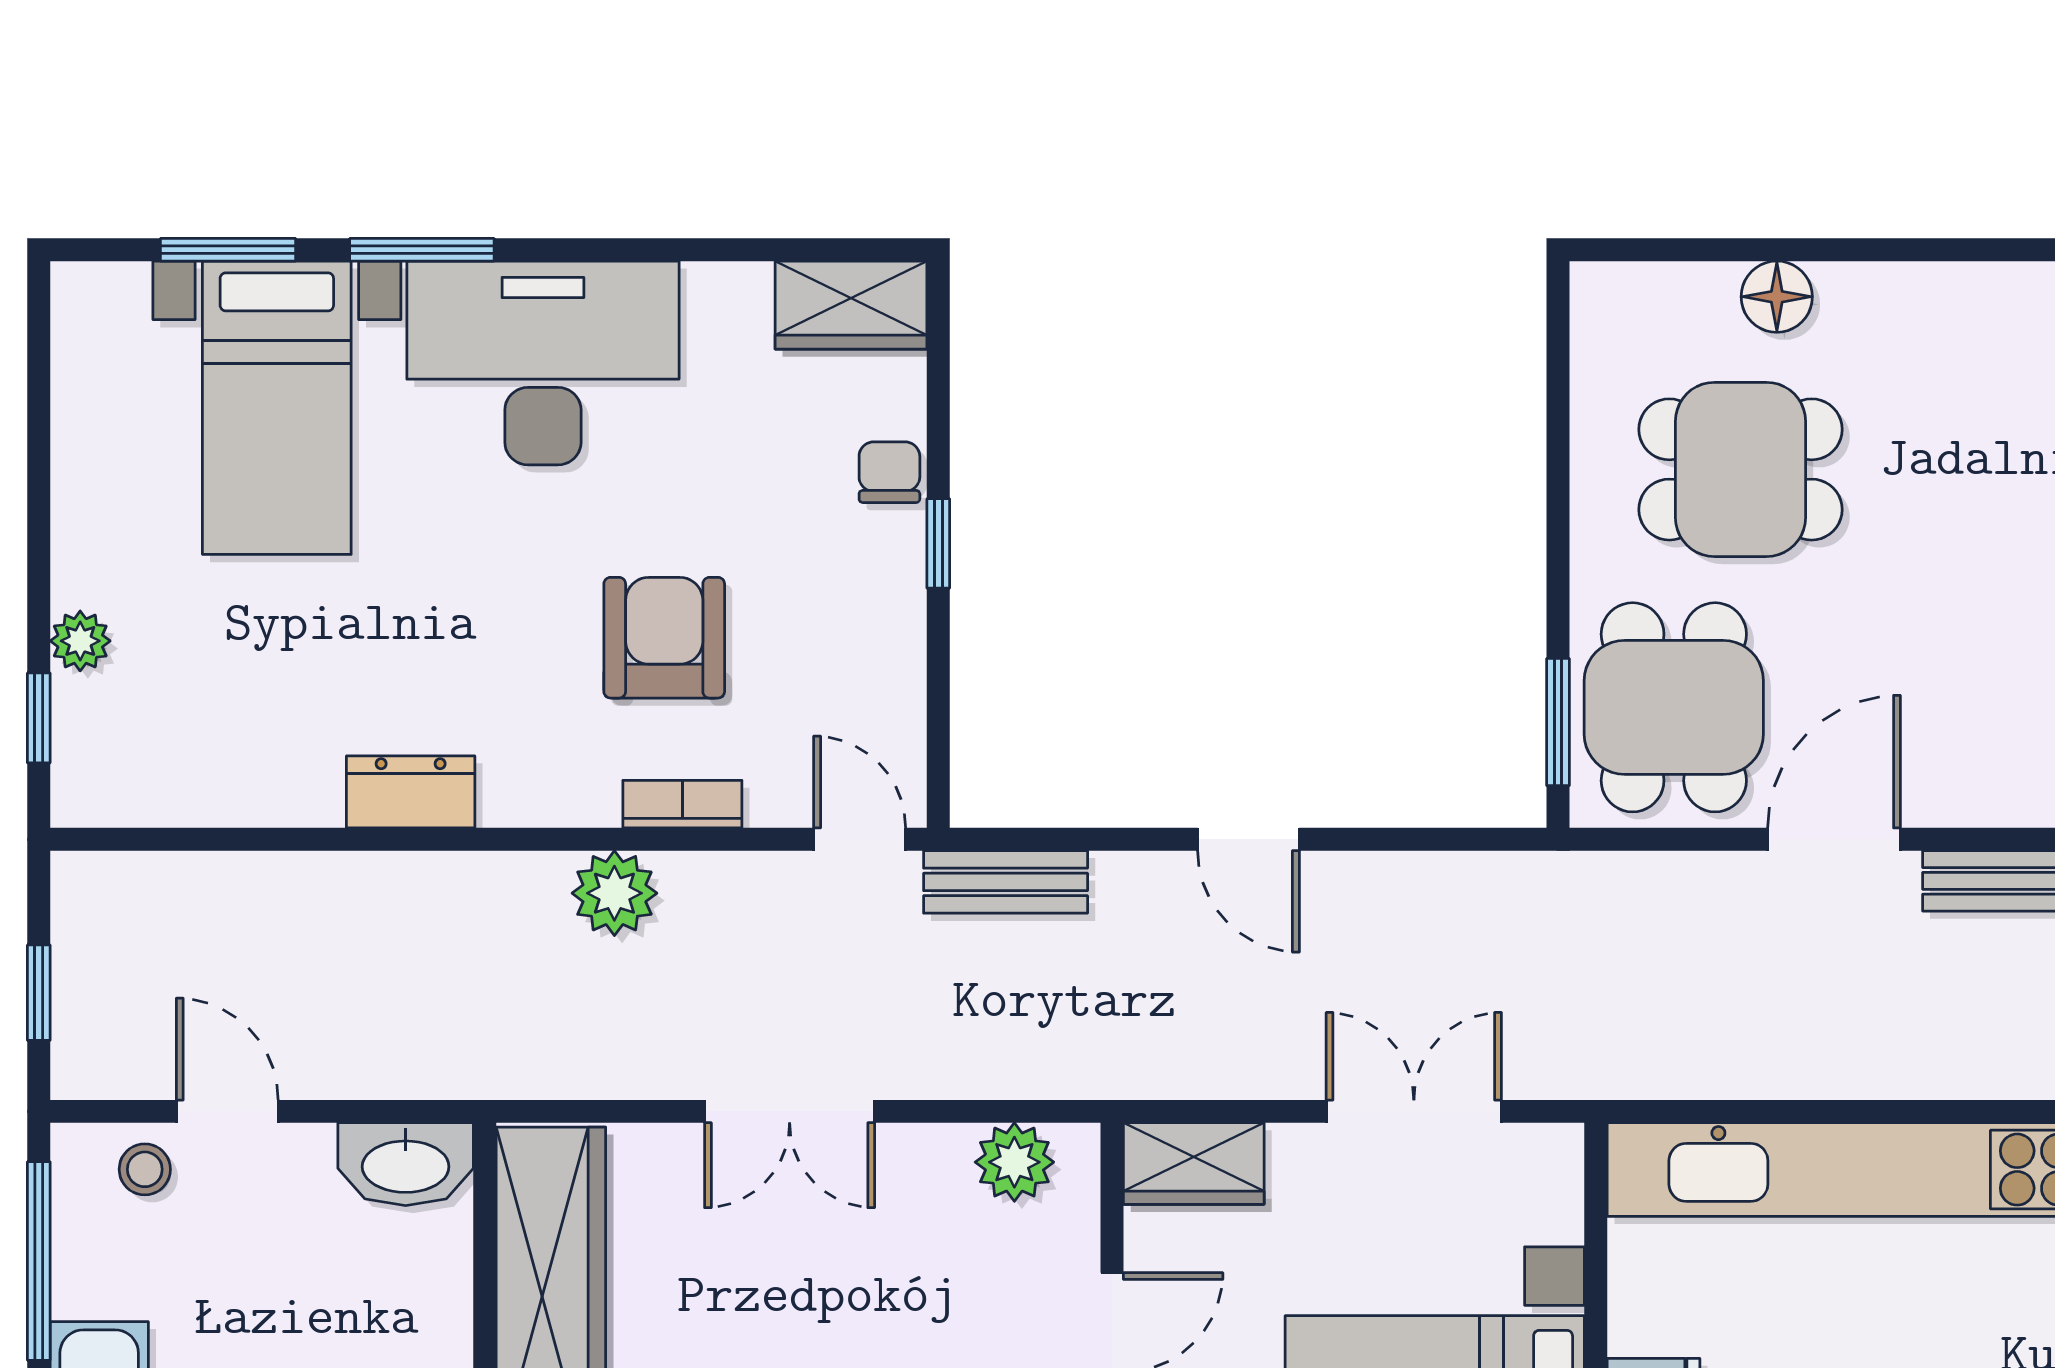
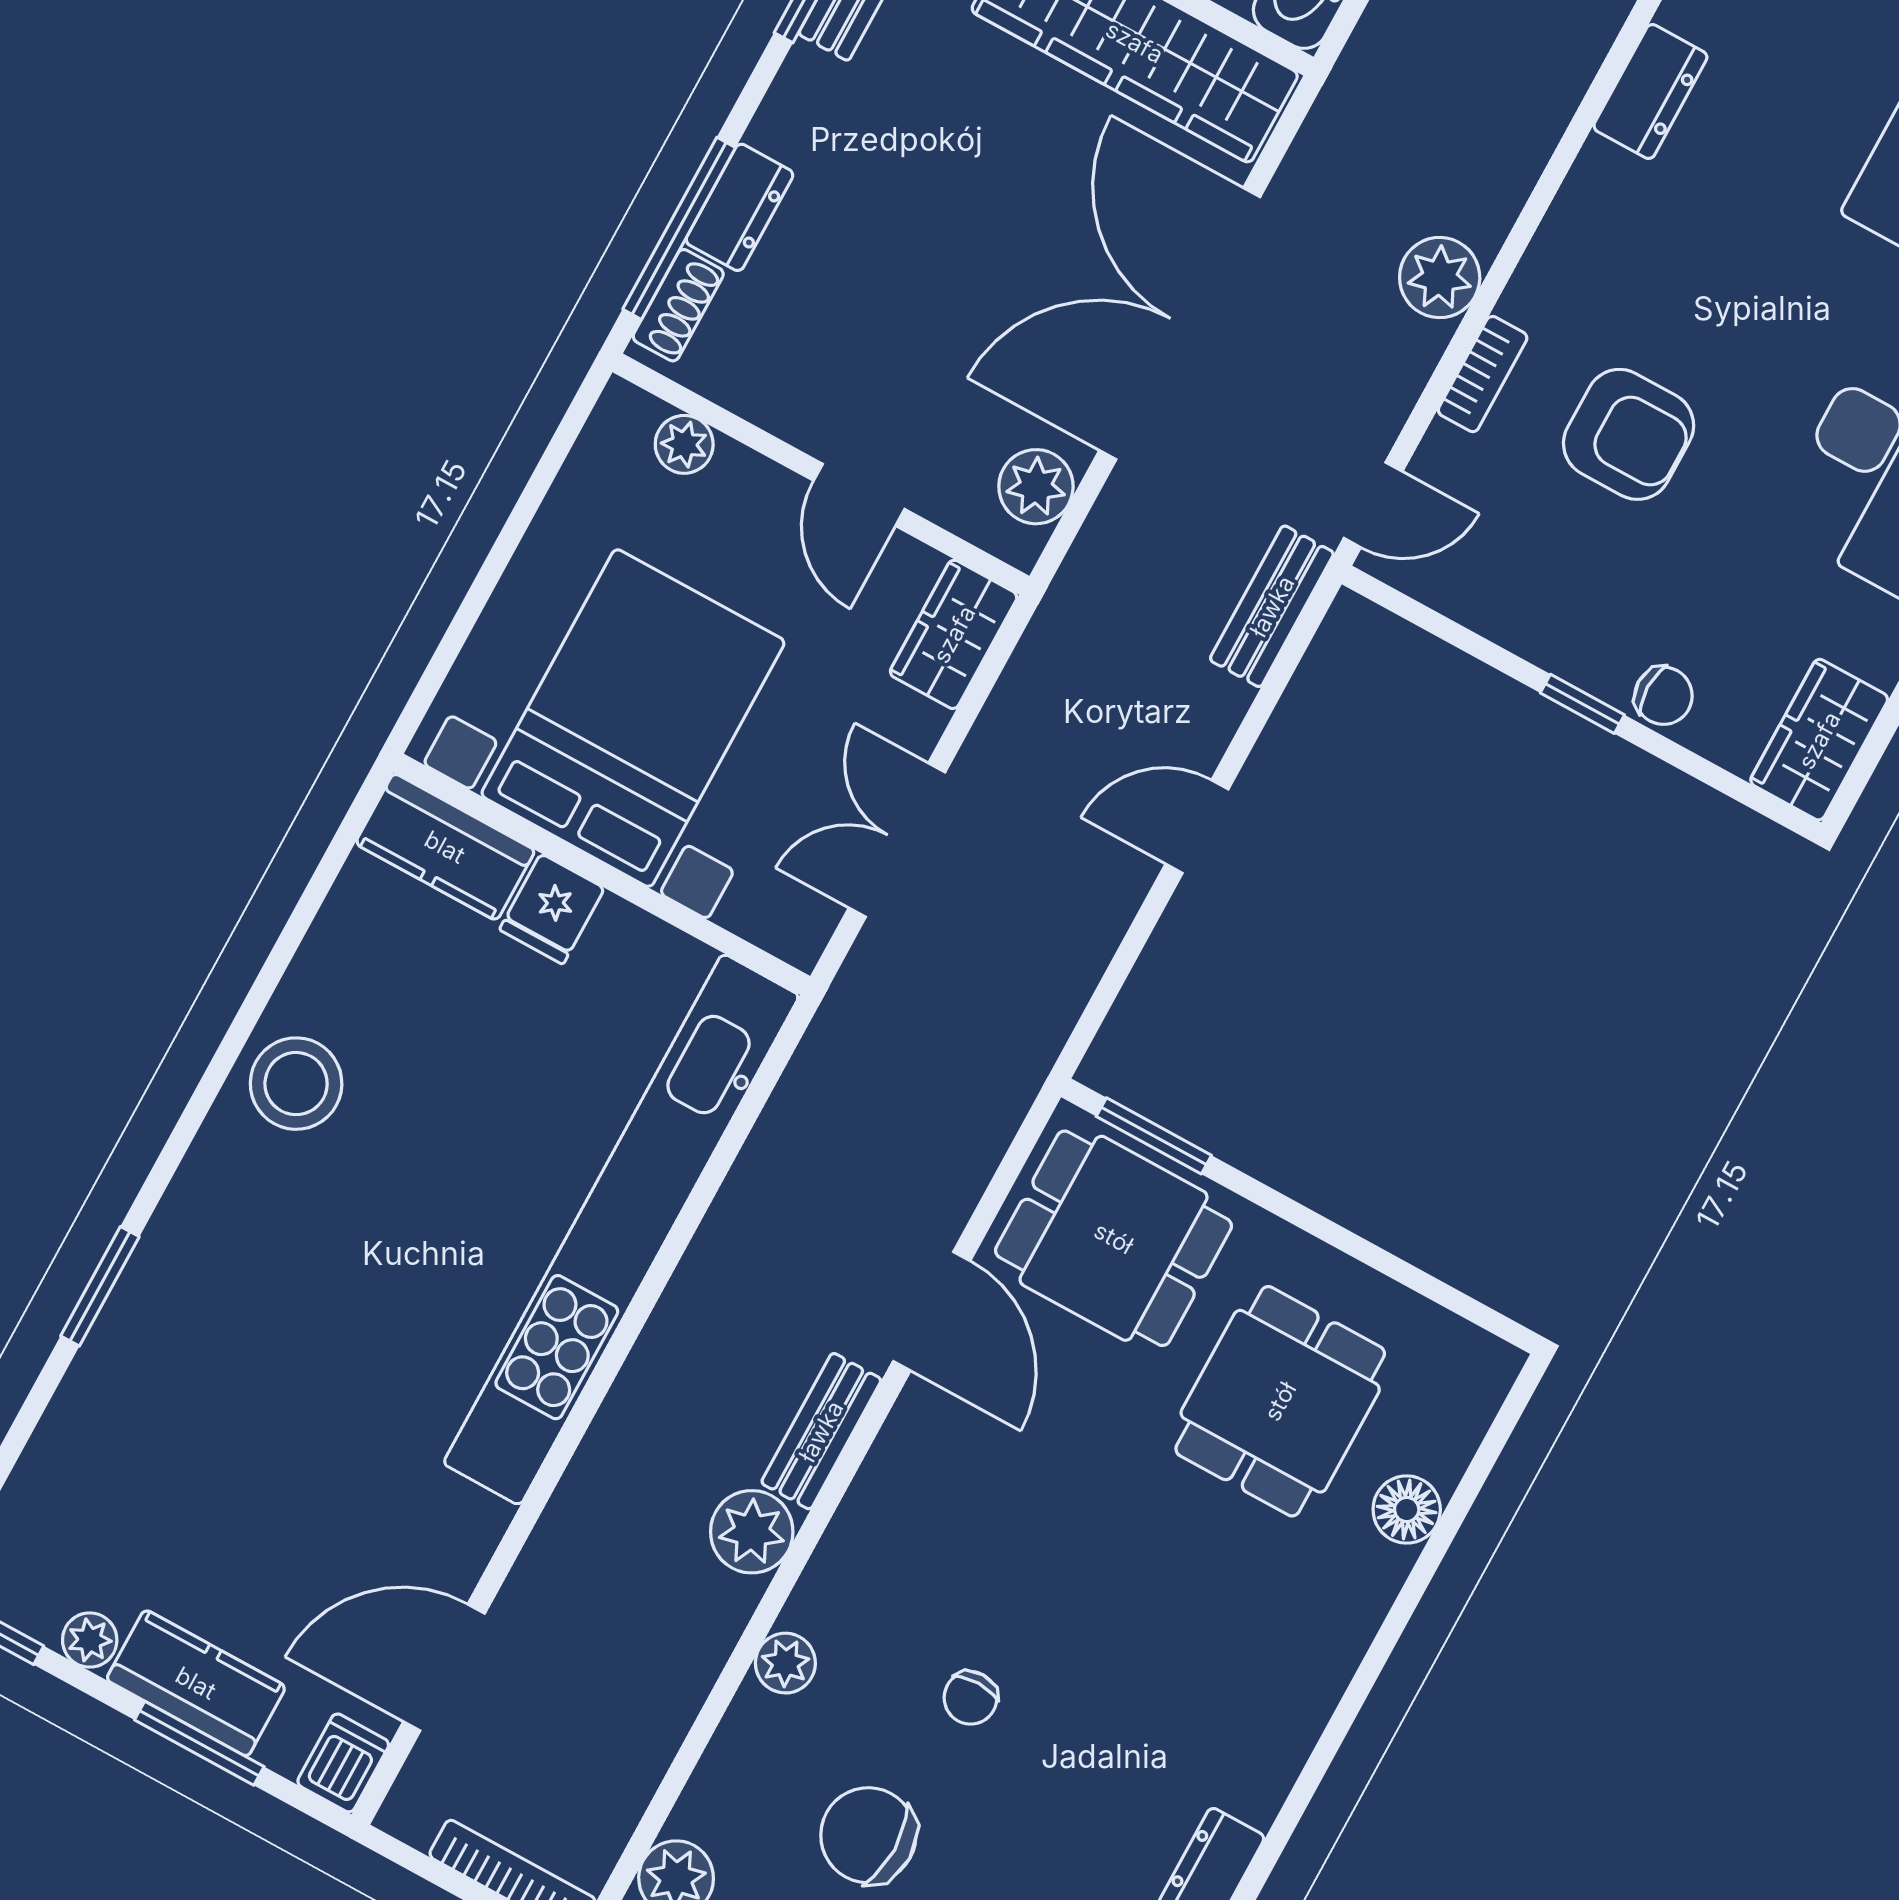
dresser: (411, 792) -> (1650, 92), moved
double door: (790, 1111) -> (1180, 324), width x1.87
double door: (1414, 1111) -> (897, 840), swing flipped

